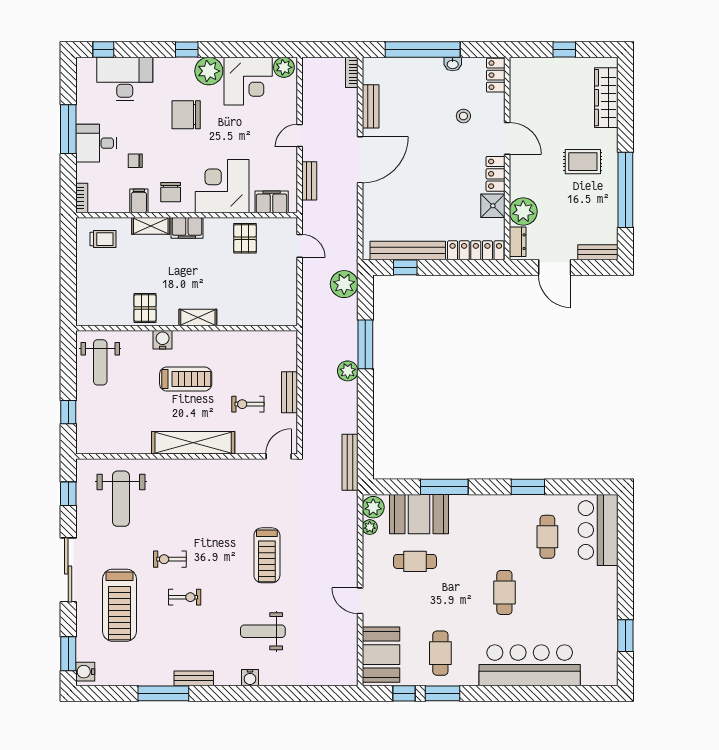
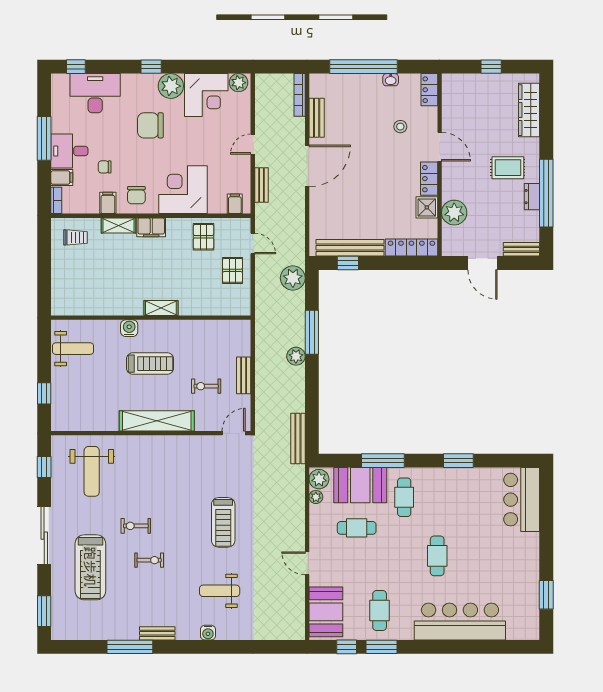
bookcase: (352, 72) -> (300, 95), width x1.56
filing cabinet: (88, 173) -> (62, 178), added
filing cabinet: (272, 202) -> (235, 204), width x0.50
dresser: (518, 242) -> (532, 197), moved, turned 180
pallet: (145, 308) -> (233, 270), moved
weight bench: (100, 362) -> (73, 349), turned -90
cafe table: (547, 537) -> (404, 497), moved
water cooler: (85, 672) -> (60, 627), removed

